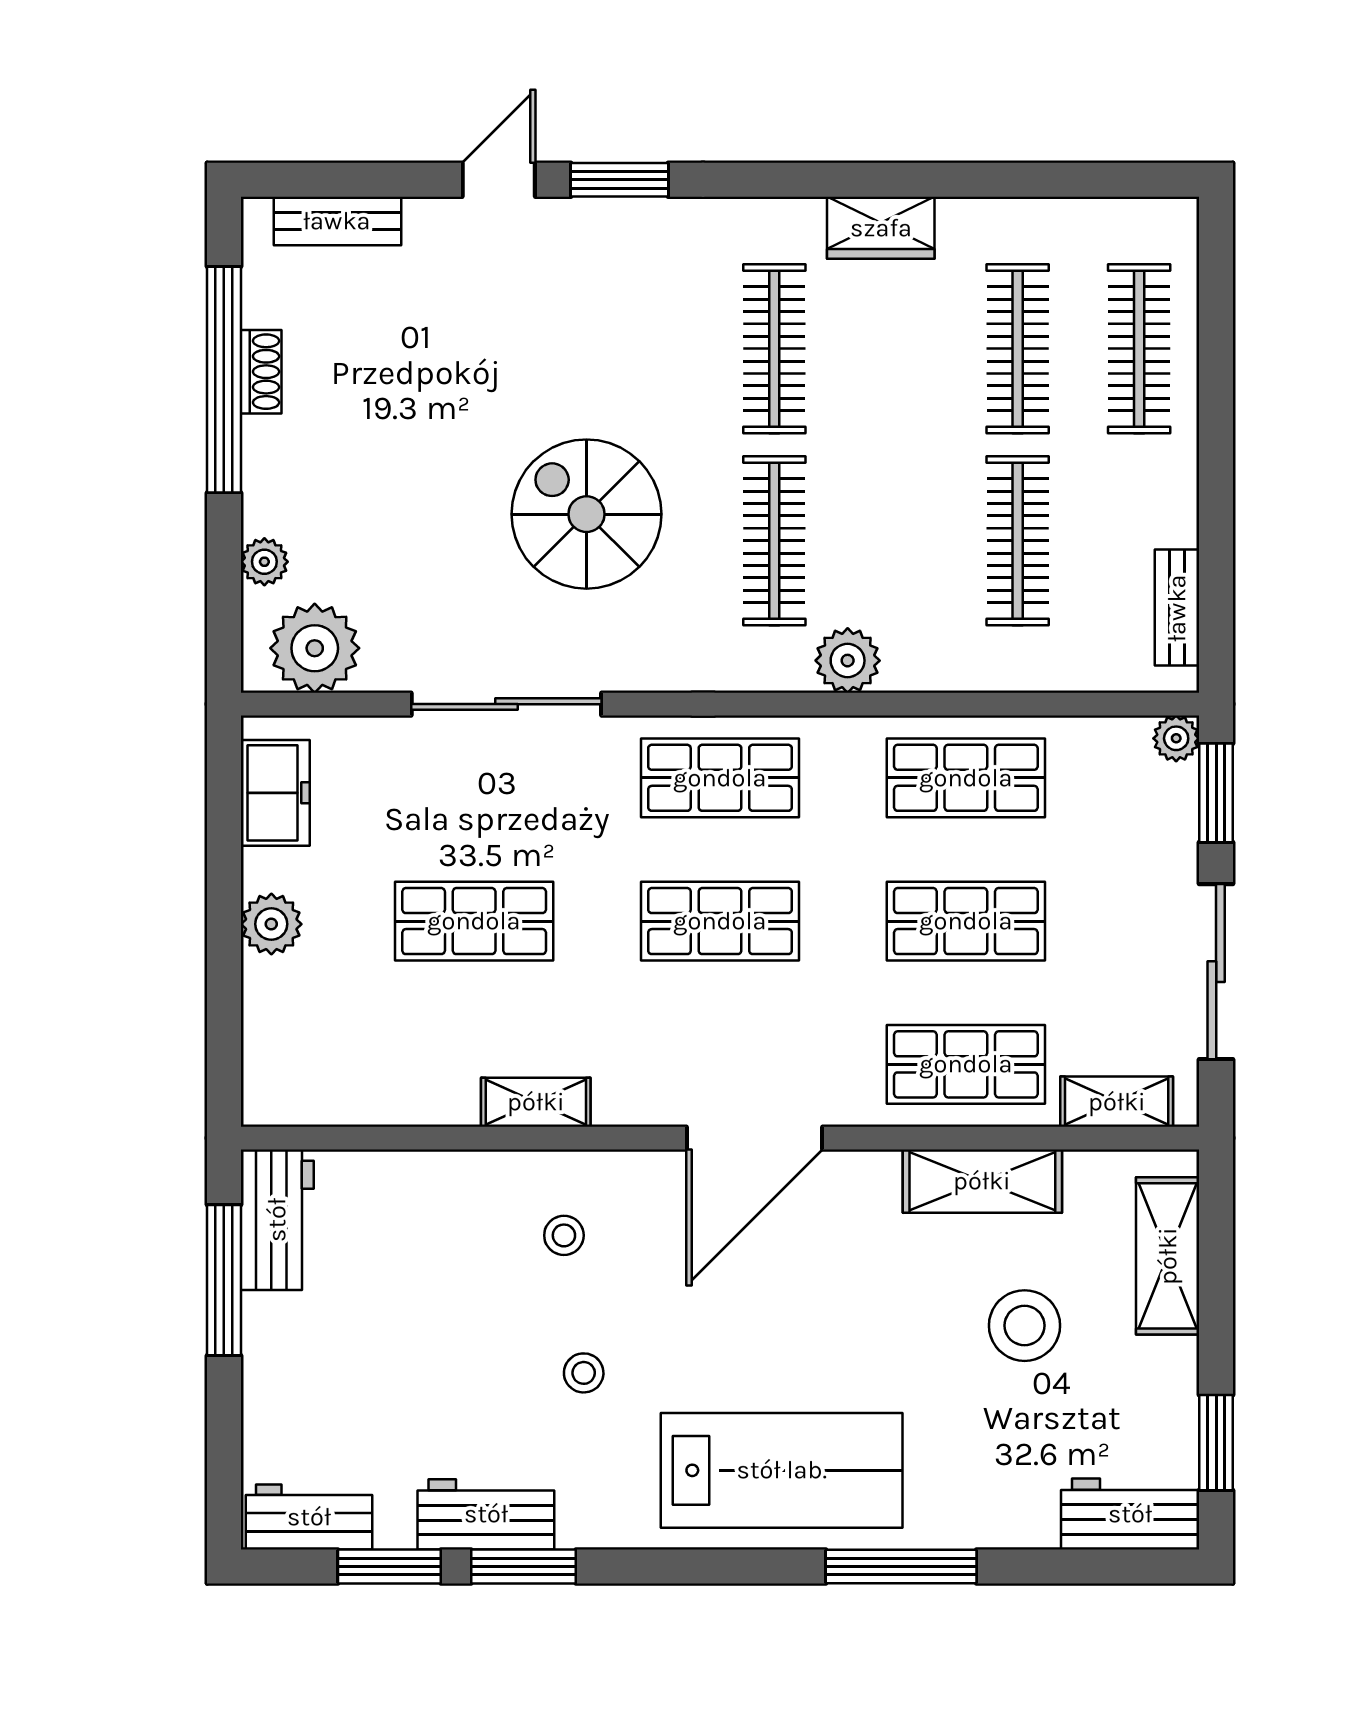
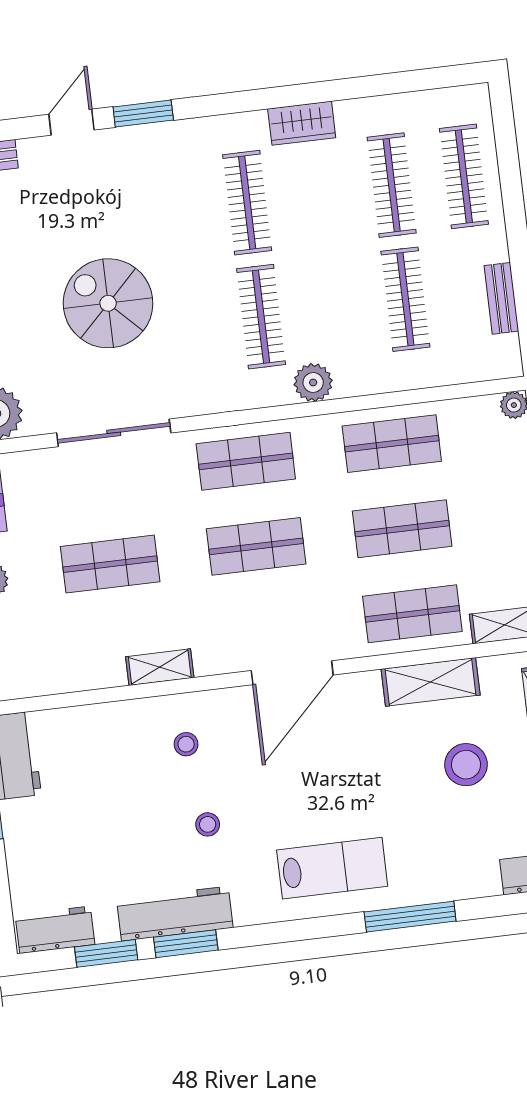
spiral stairs: (586, 514) -> (108, 303), moved
bench: (1177, 608) -> (501, 298), moved
lab bench: (782, 1470) -> (332, 868), width x0.73, depth x0.72
workbench: (486, 1514) -> (175, 914), width x1.37

